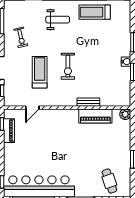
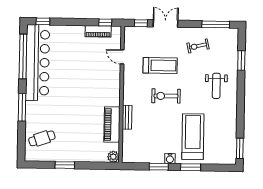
treadmill: (95, 12) -> (193, 137), moved, width x1.37, depth x1.38

